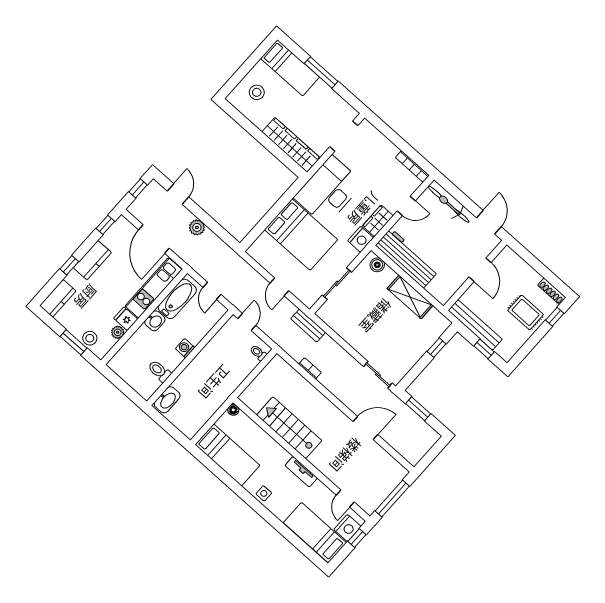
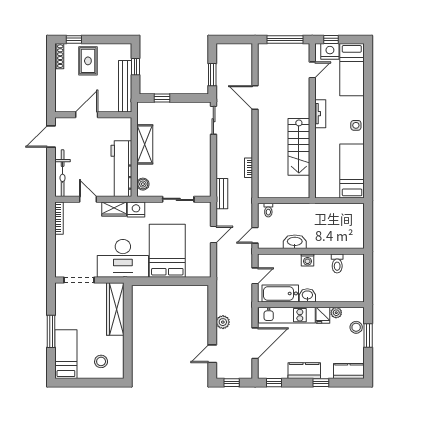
washbasin: (167, 400) -> (295, 242), moved
floor lamp: (233, 410) -> (320, 193), removed

